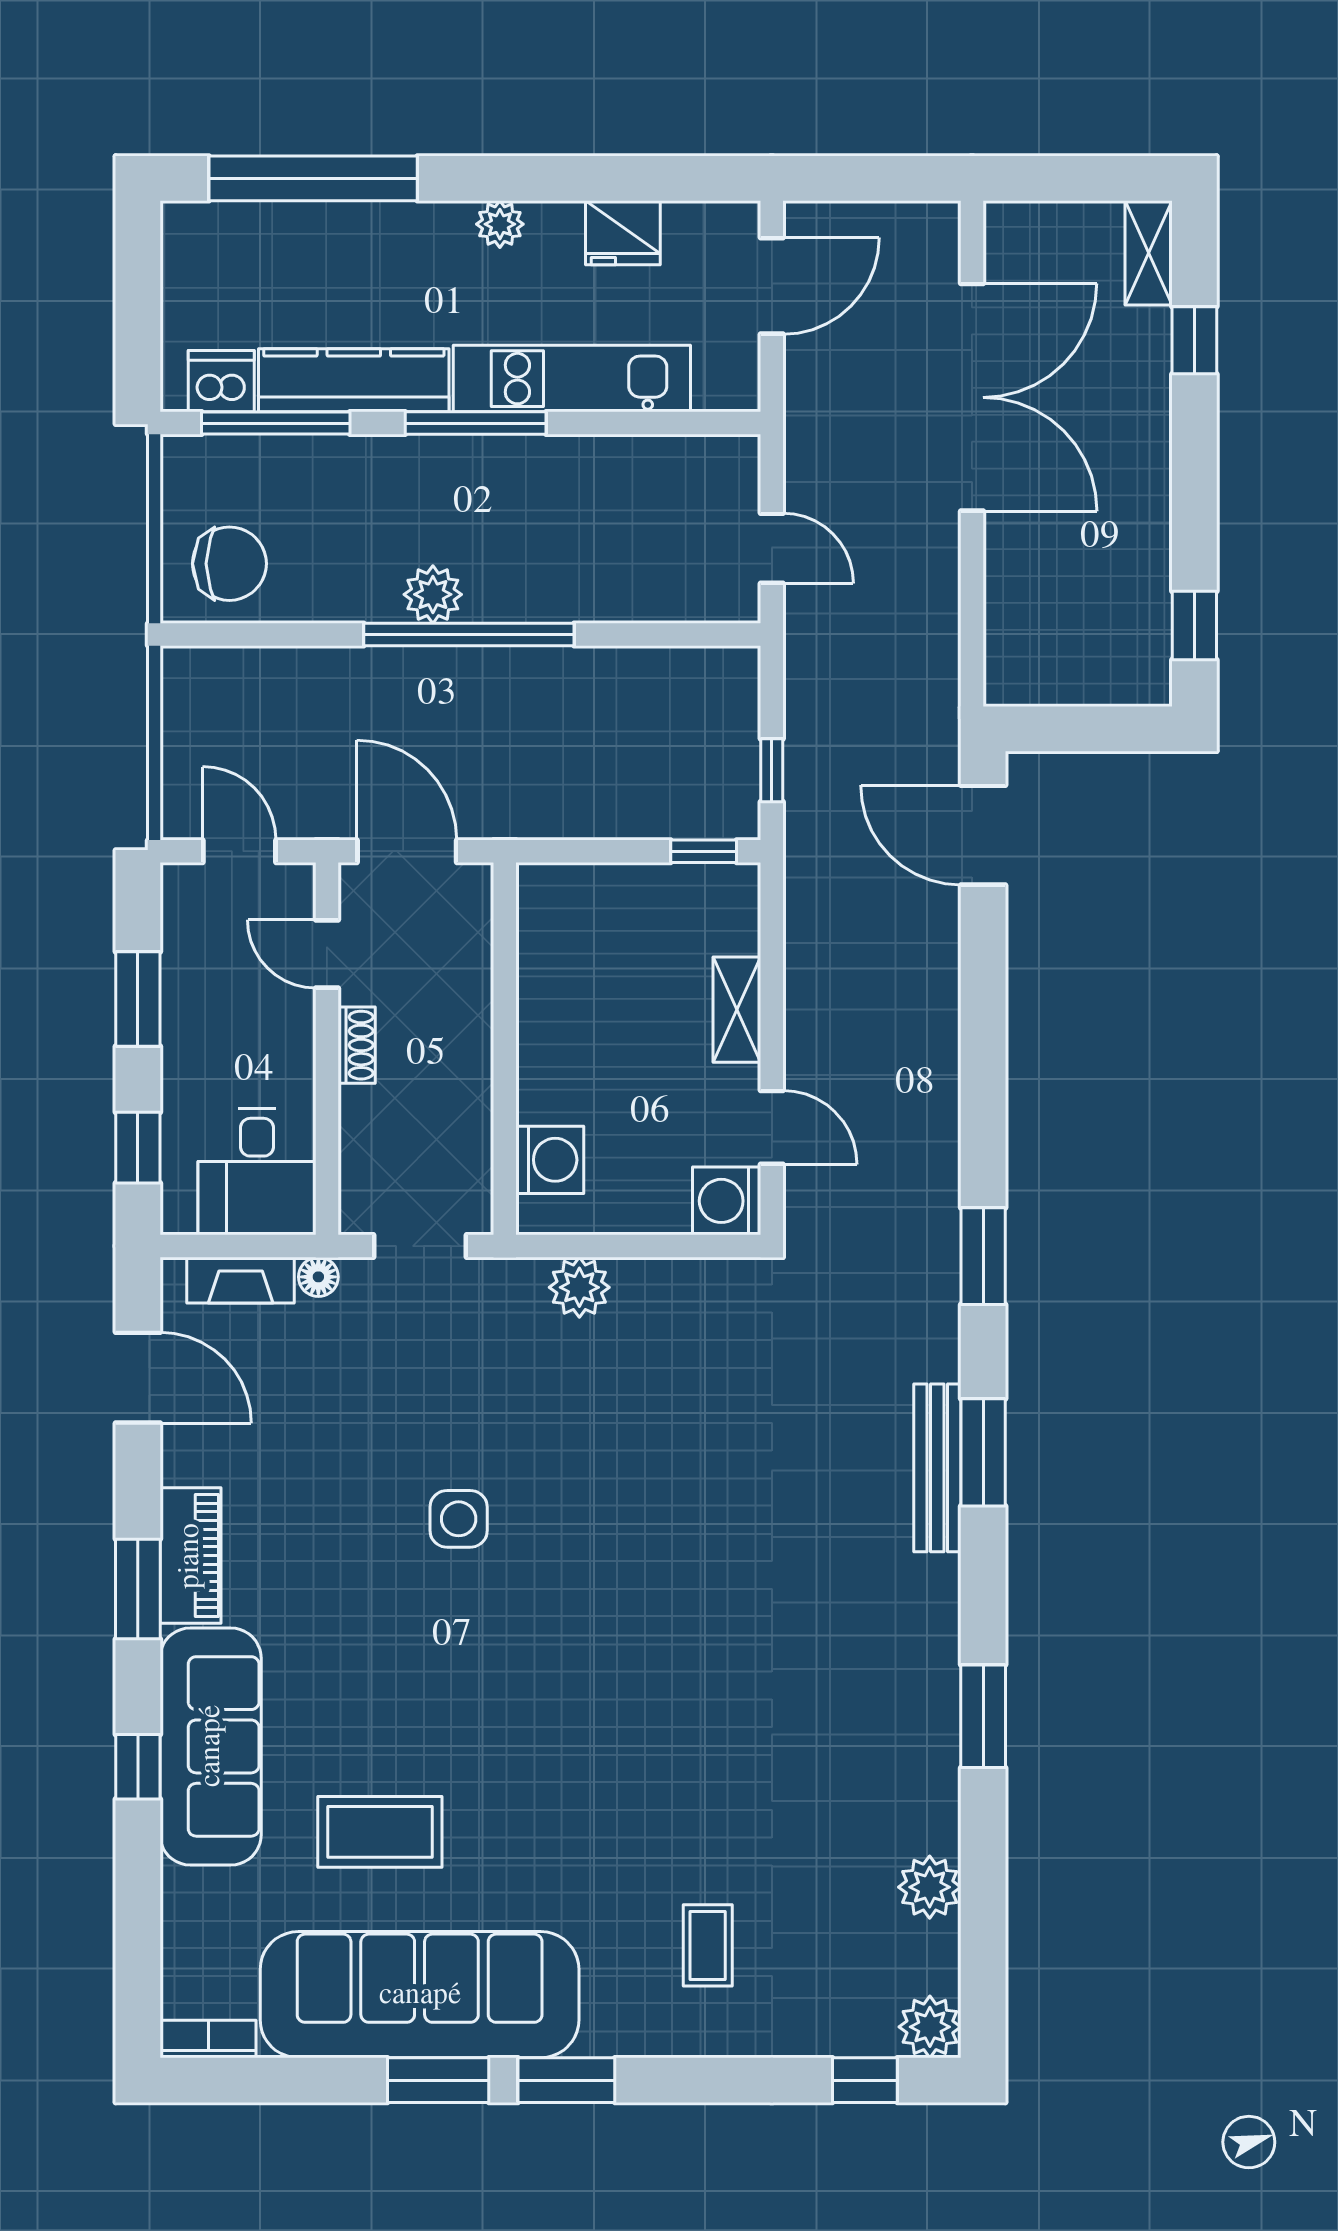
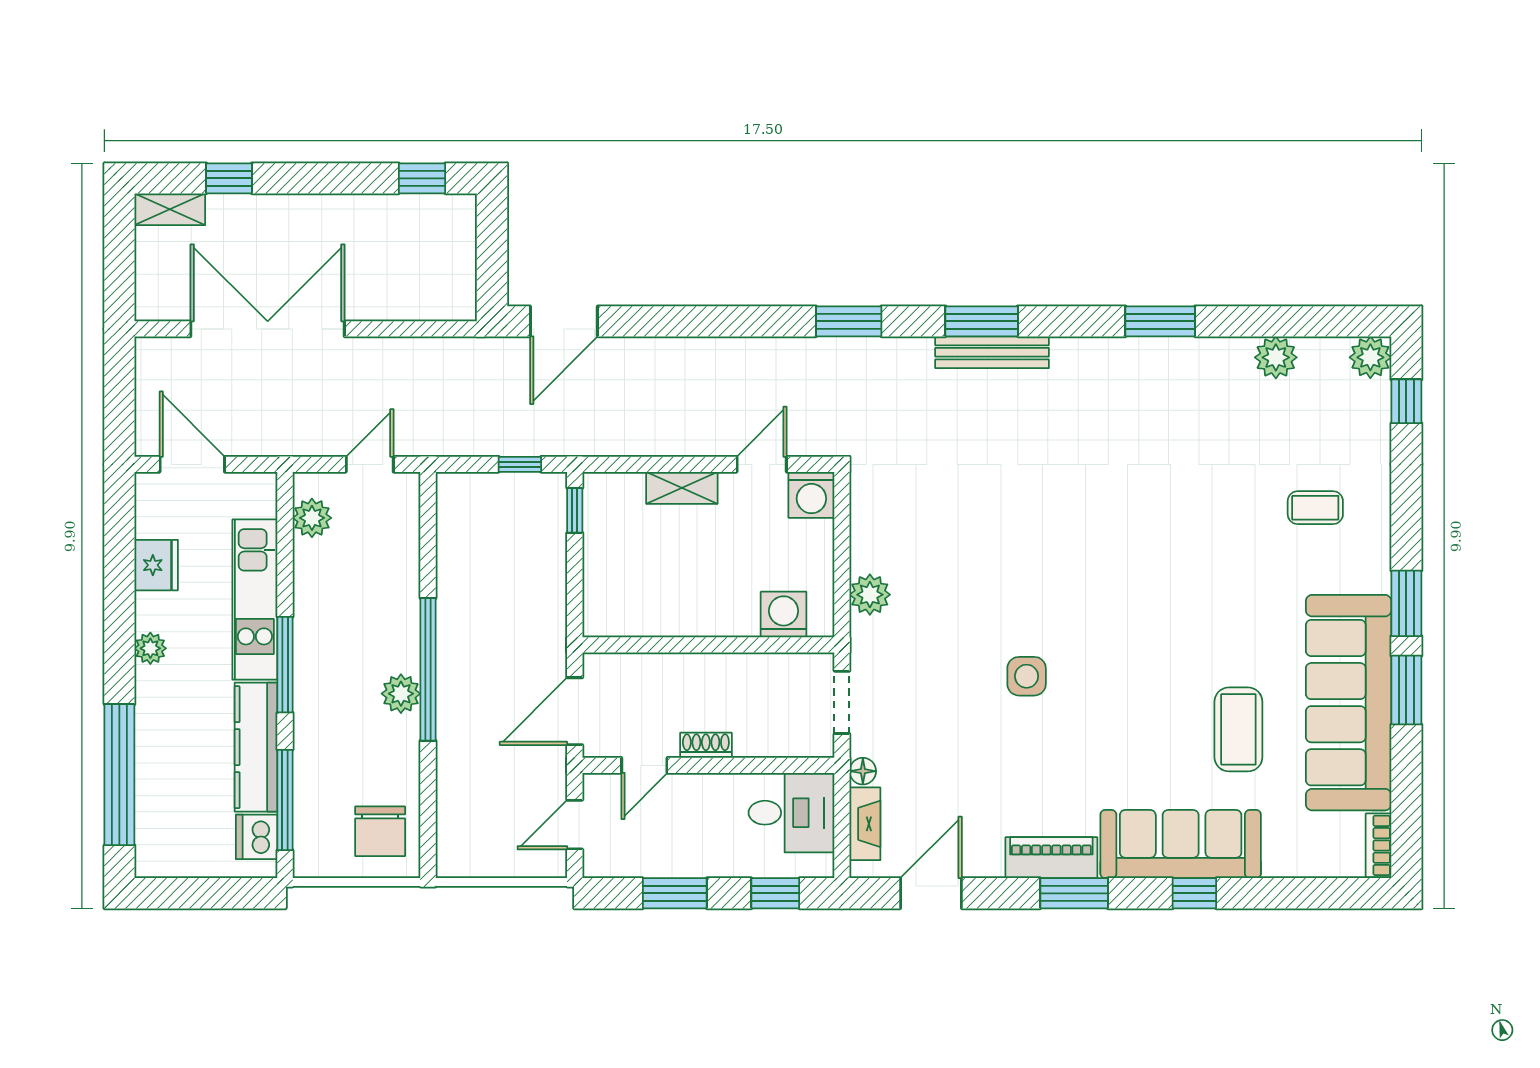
plant: (693, 463) -> (312, 518), added
chair: (229, 564) -> (380, 831), turned 180

